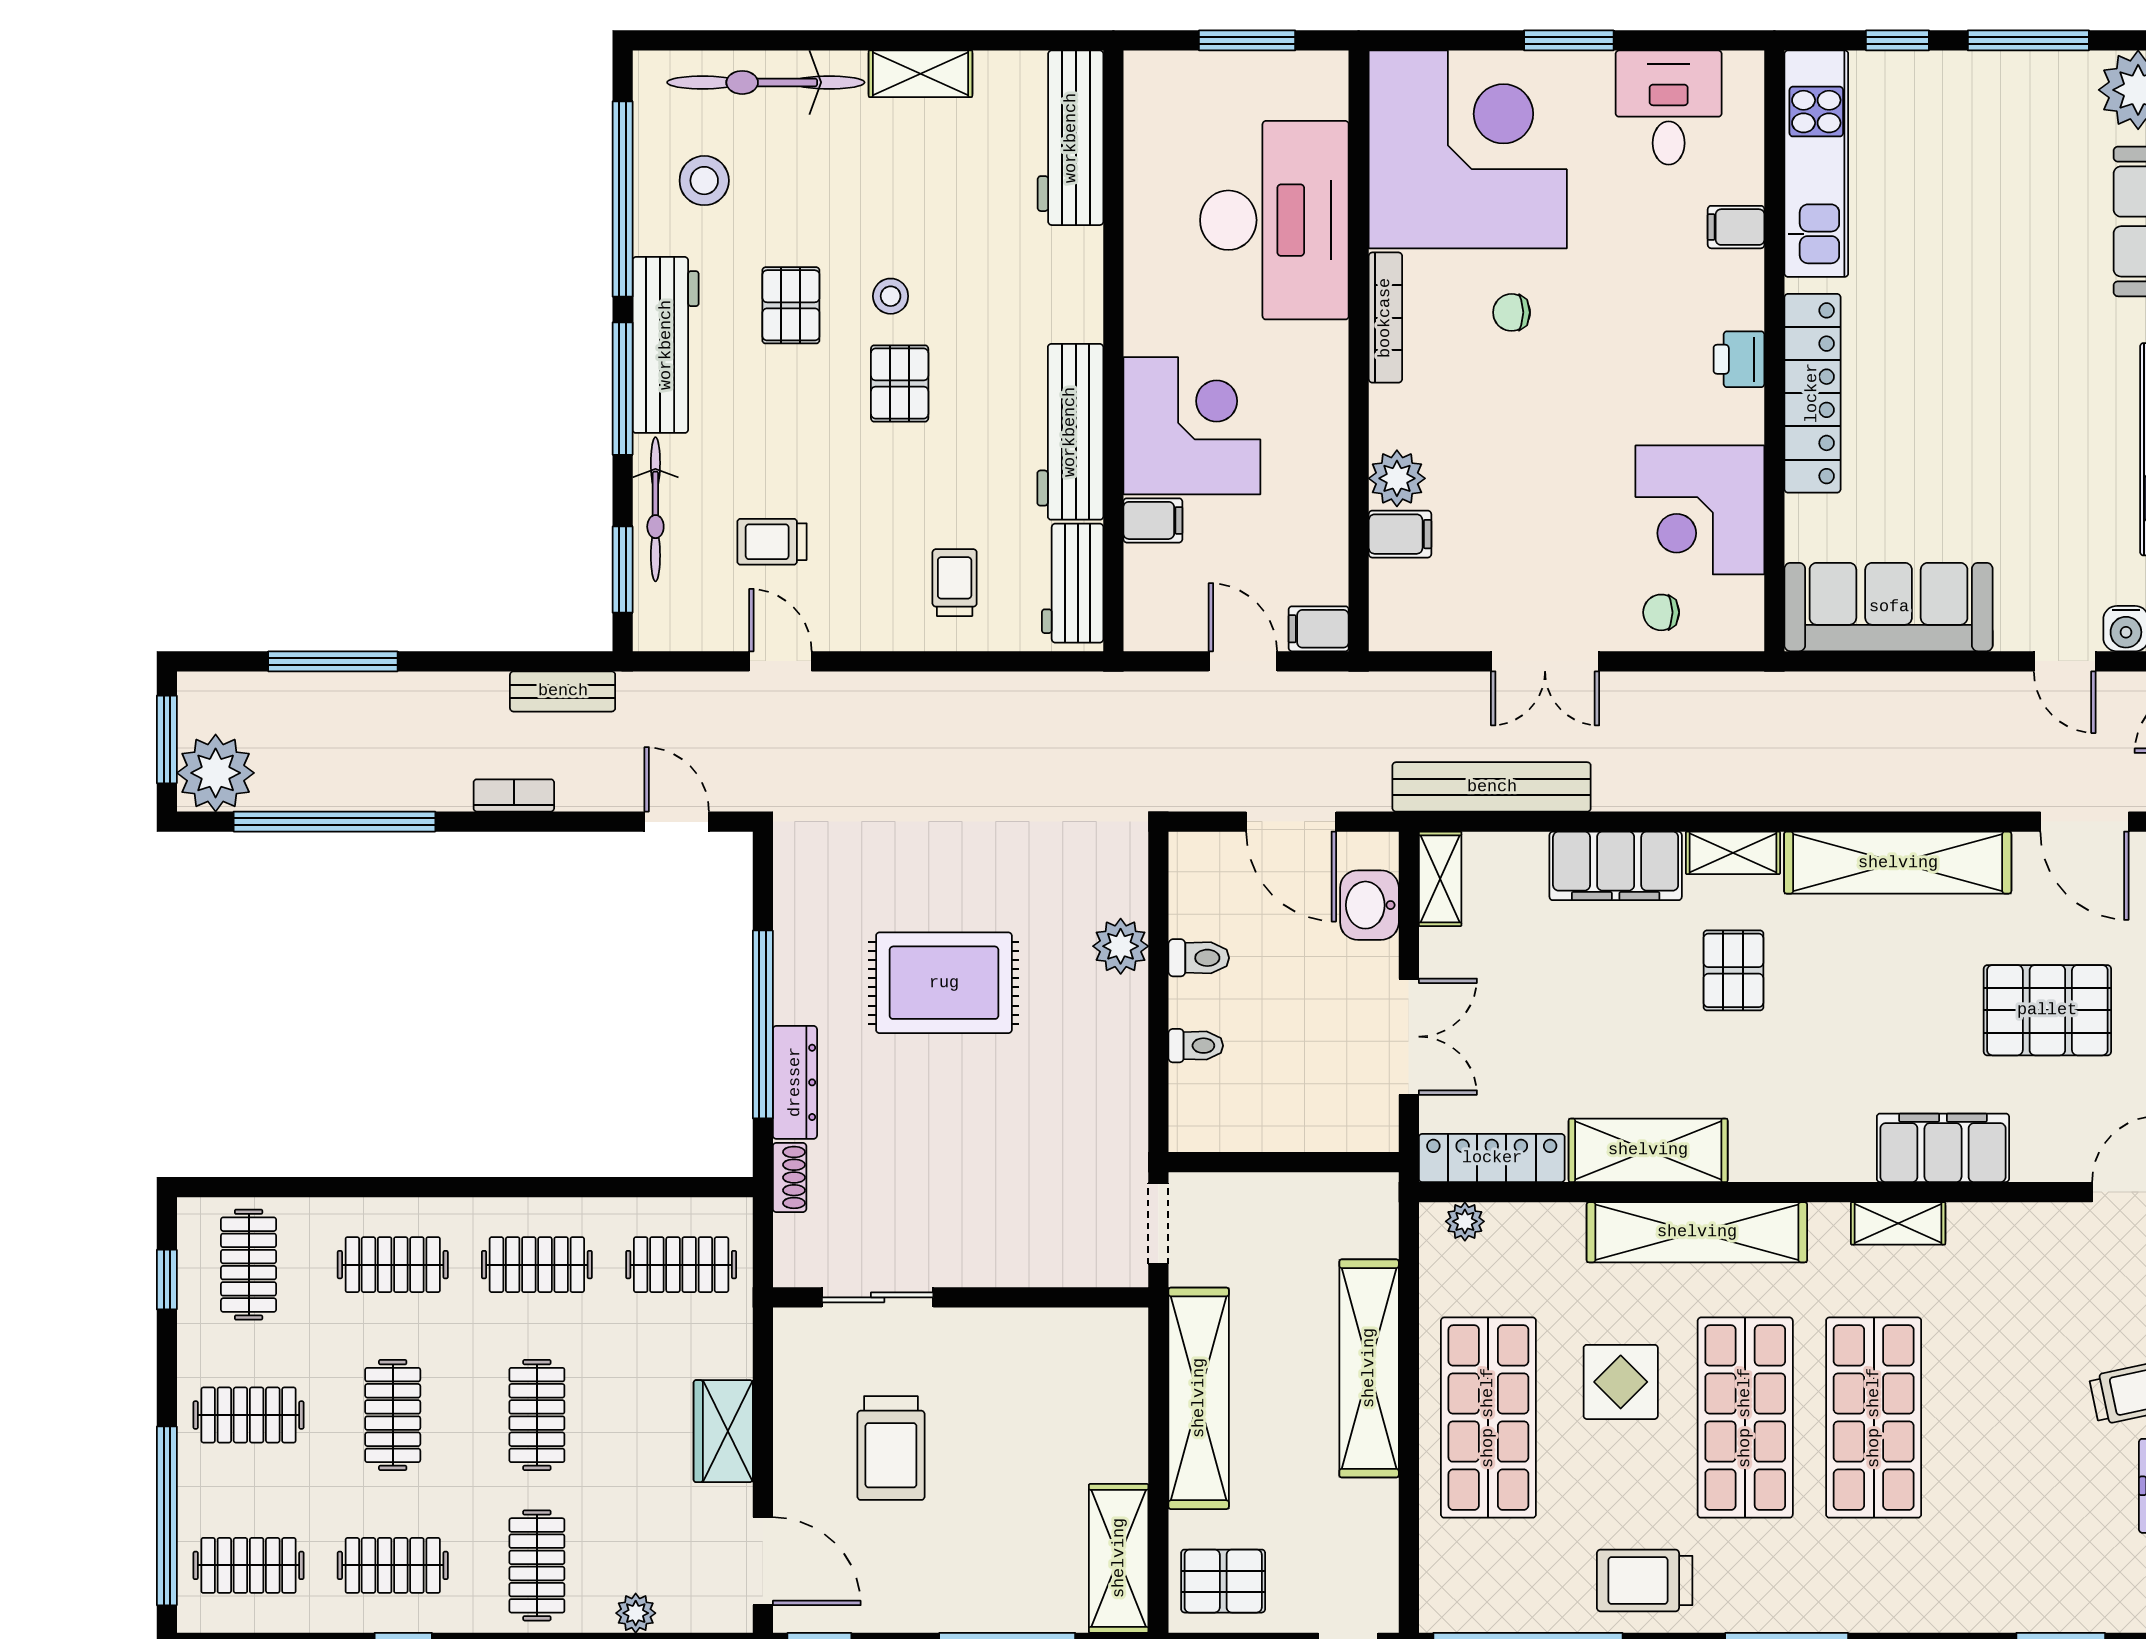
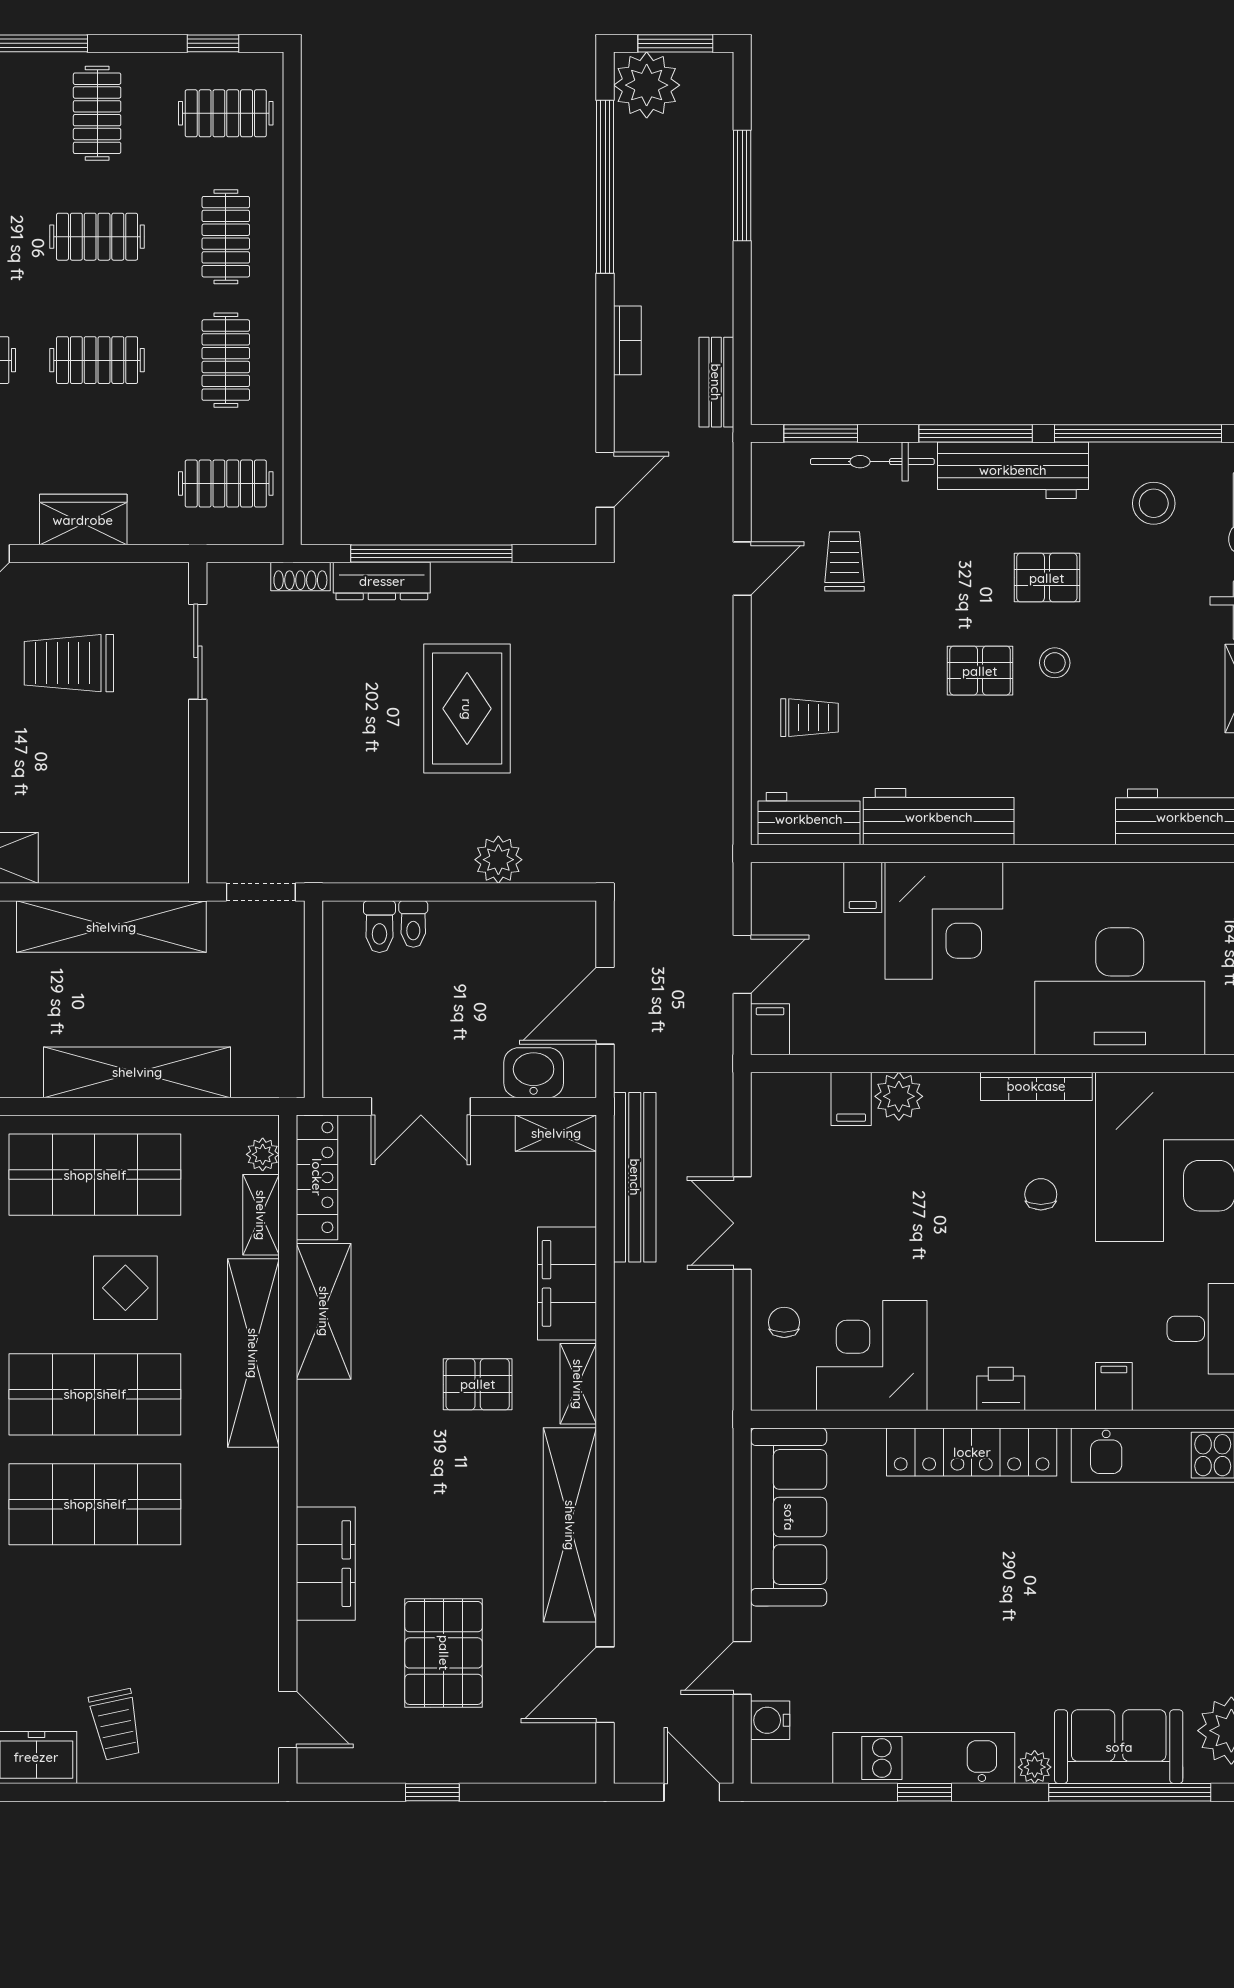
toilet: (1199, 958) -> (379, 927), moved
shelving: (1898, 1223) -> (261, 1215), moved
clothes rail: (681, 1265) -> (226, 484), turned 90

